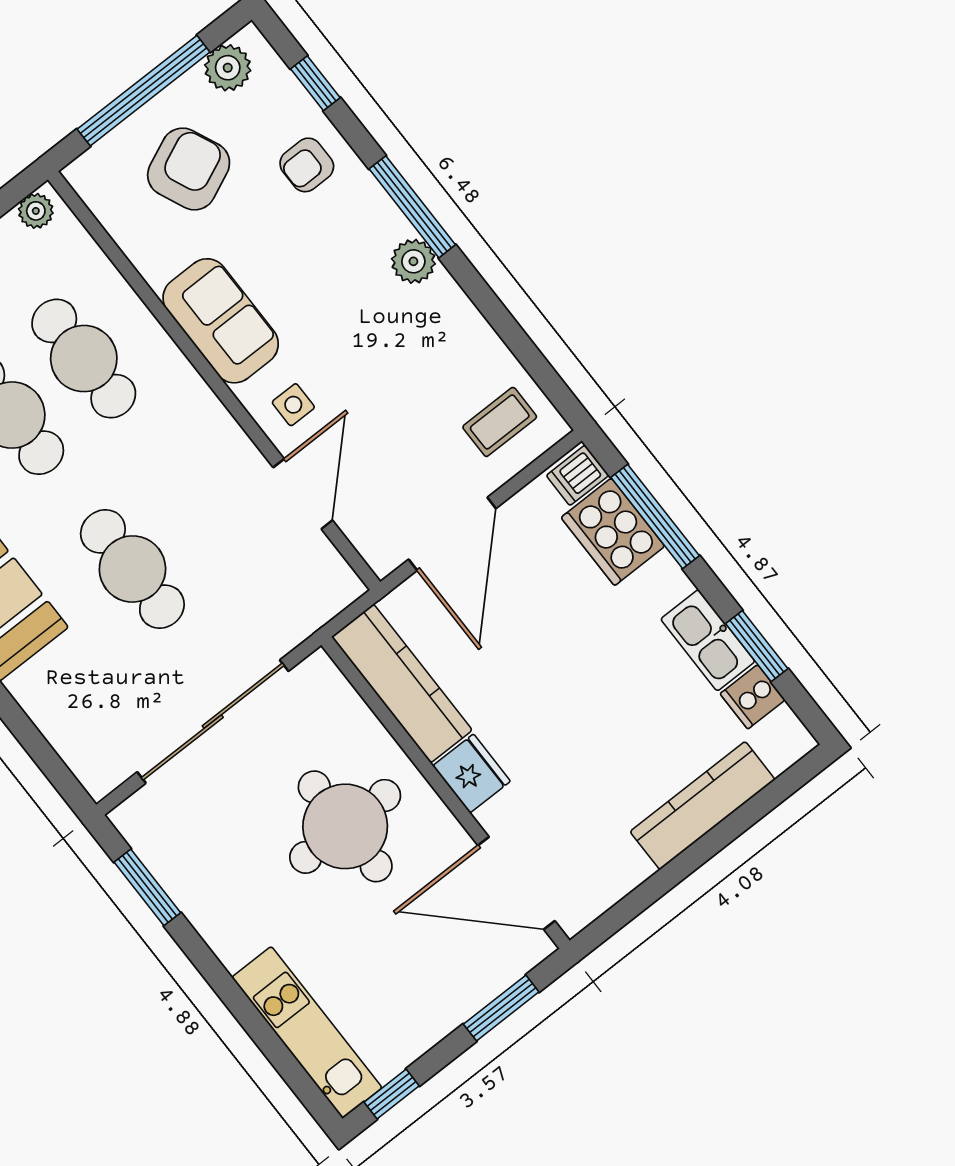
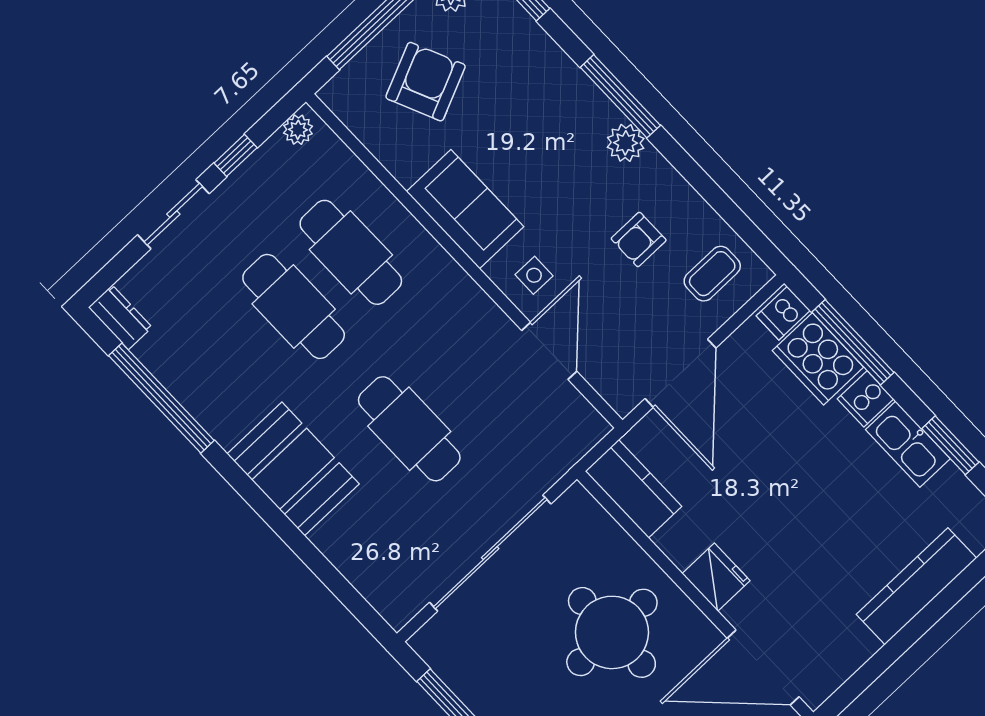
armchair: (307, 165) -> (639, 239), moved
kitchen counter: (402, 683) -> (633, 489), width x0.67
cooker: (753, 697) -> (865, 399), moved

